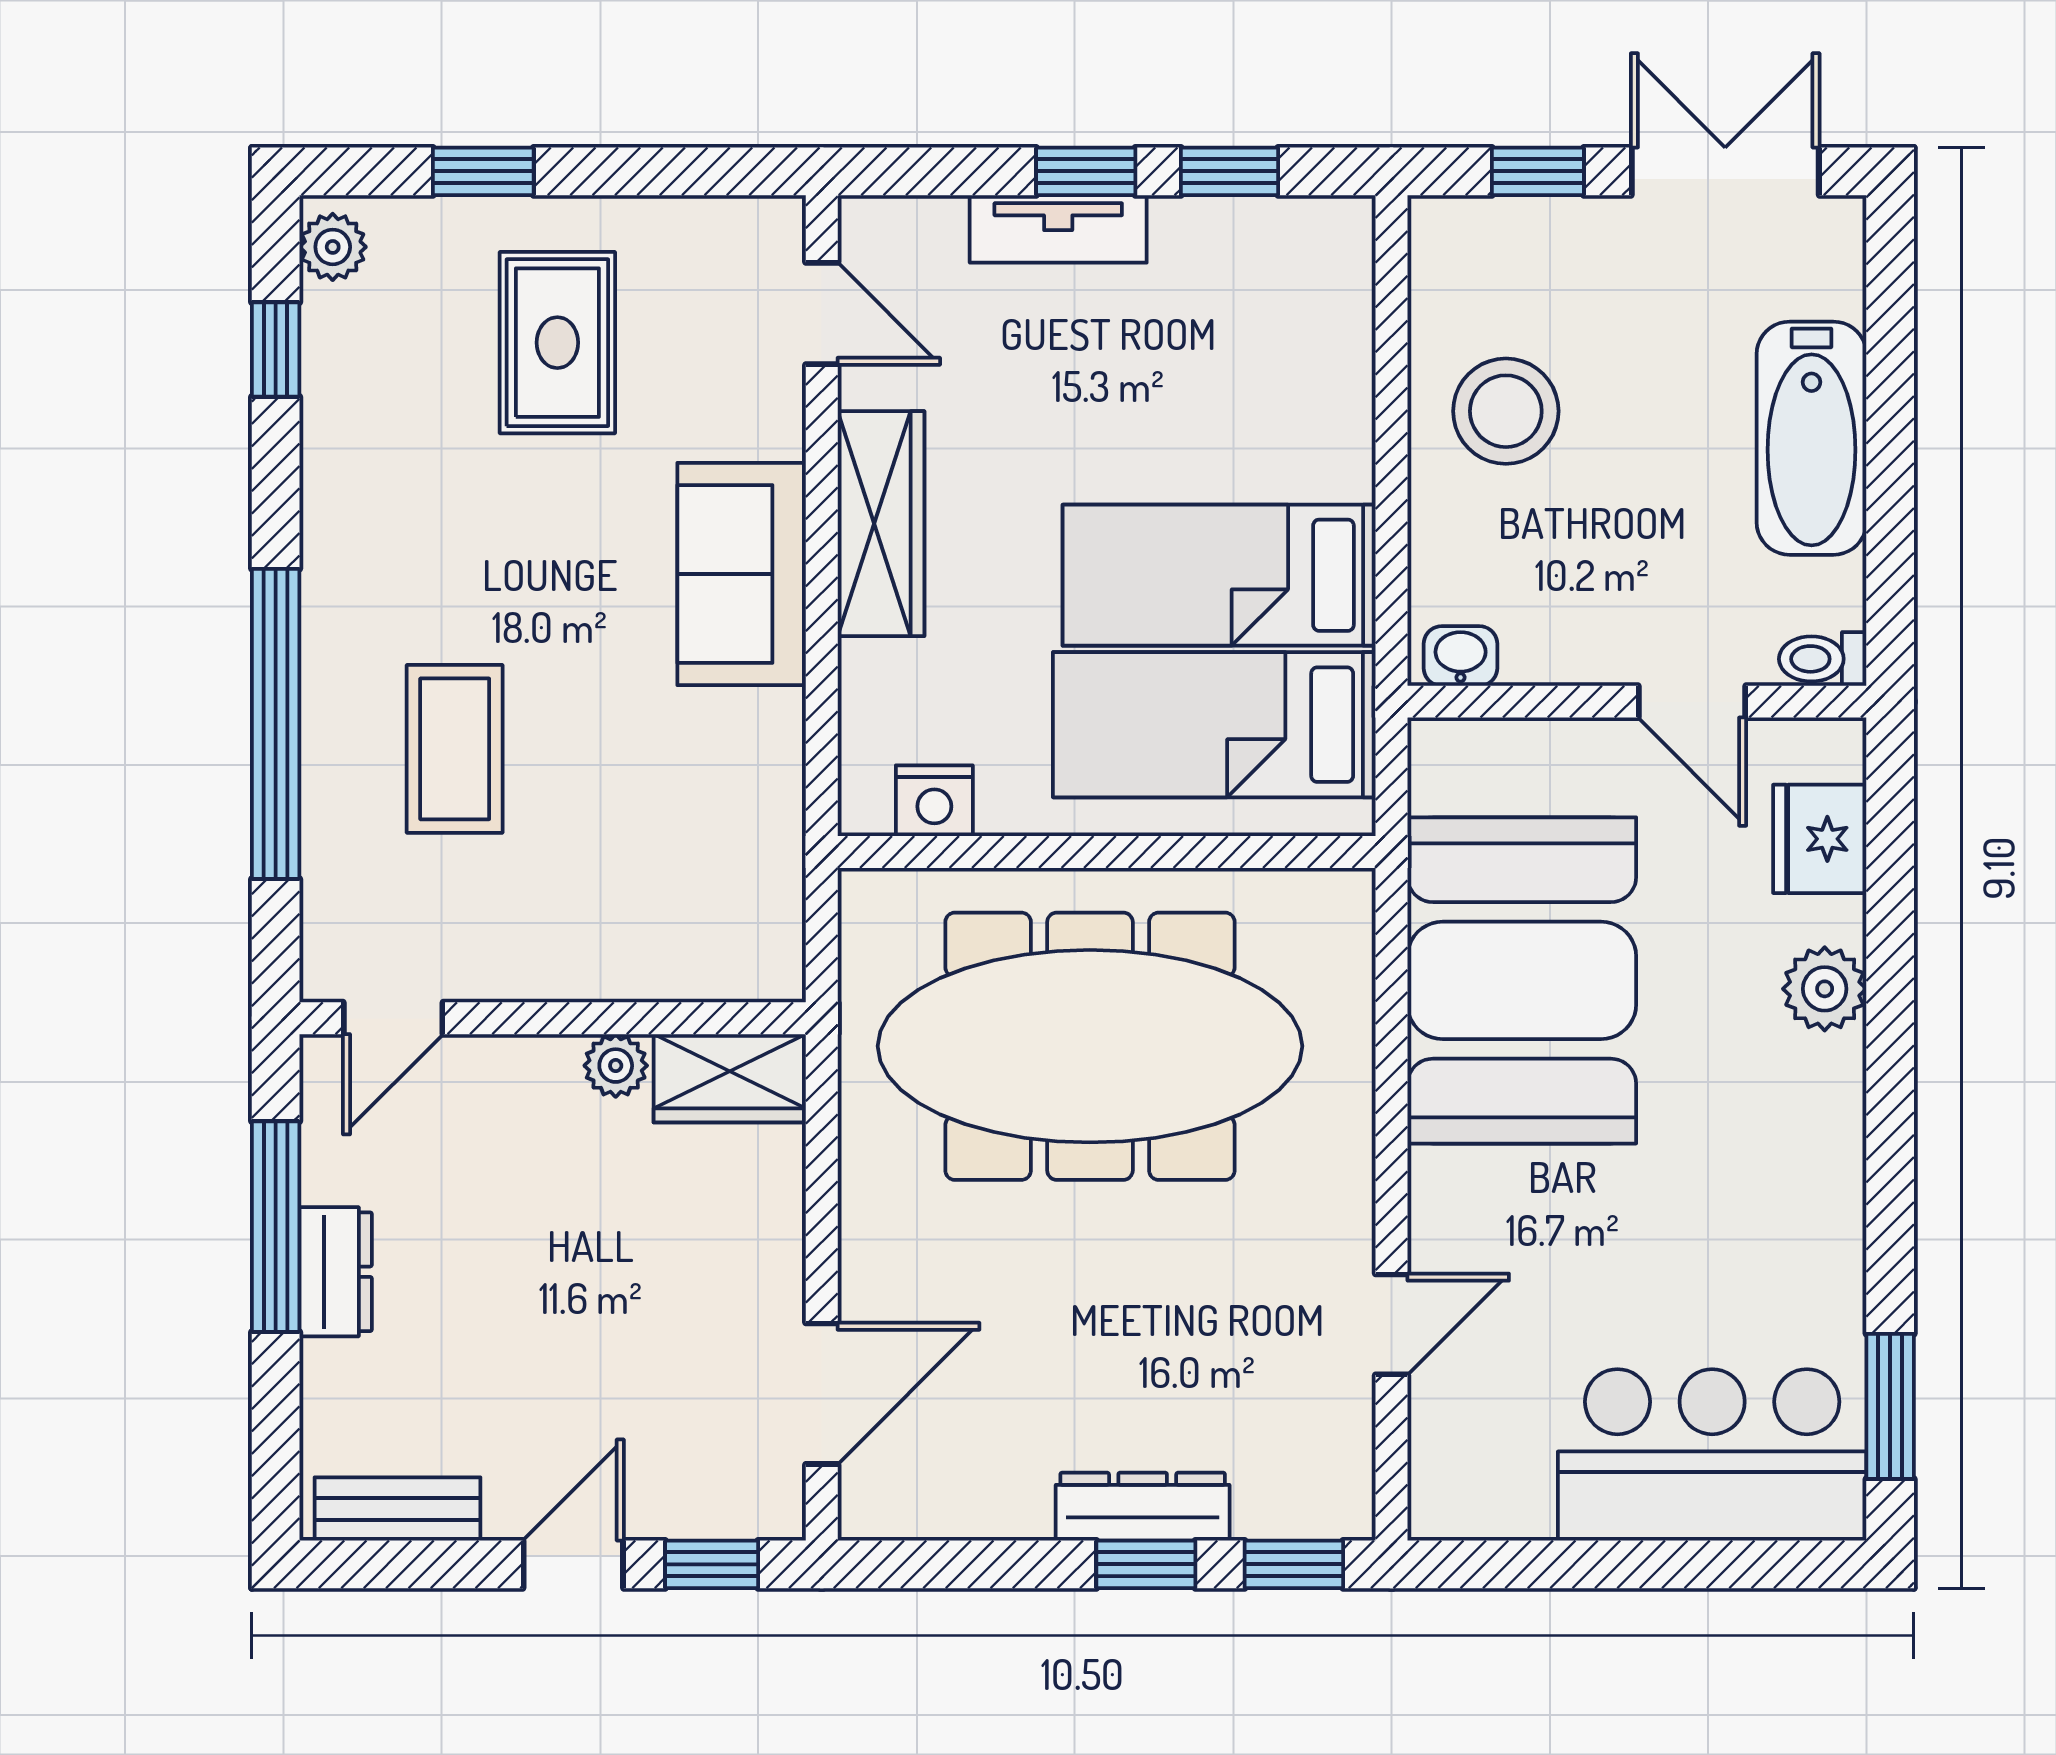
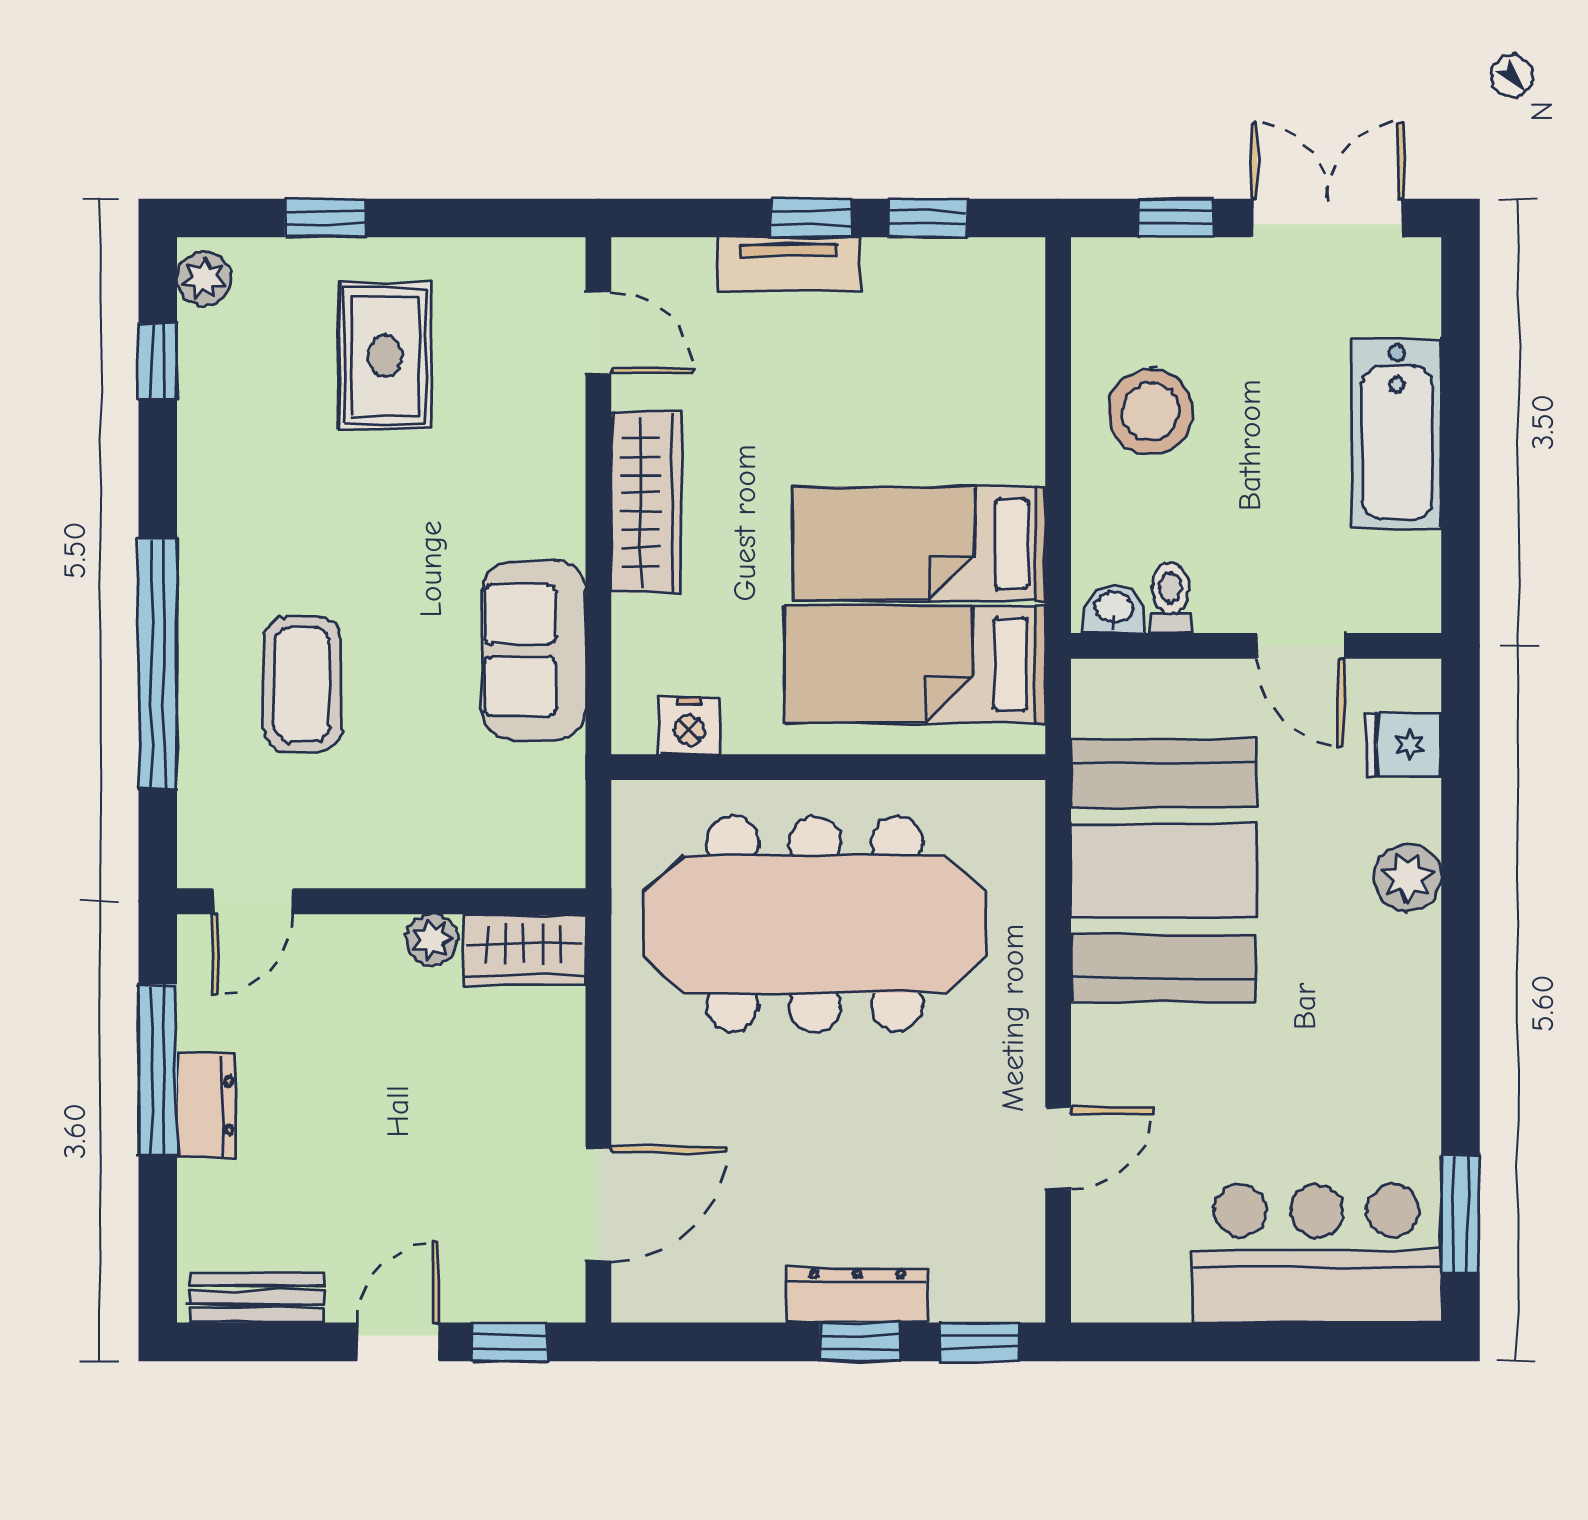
sofa: (742, 574) -> (534, 650), moved
toilet: (1823, 659) -> (1170, 598), moved, turned 90
fridge: (1820, 839) -> (1404, 744), width x0.72

